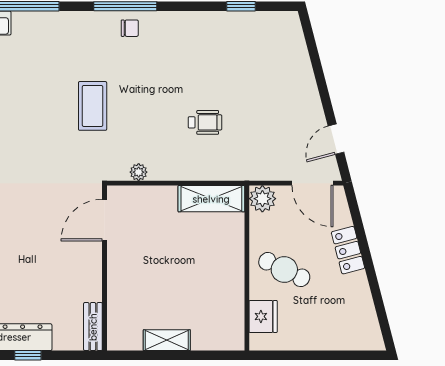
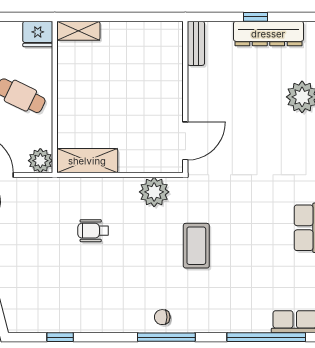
plant: (139, 172) -> (154, 192), width x1.88, depth x1.88
fridge: (263, 316) -> (38, 34), moved, turned -90
shelving: (167, 340) -> (78, 31), moved

